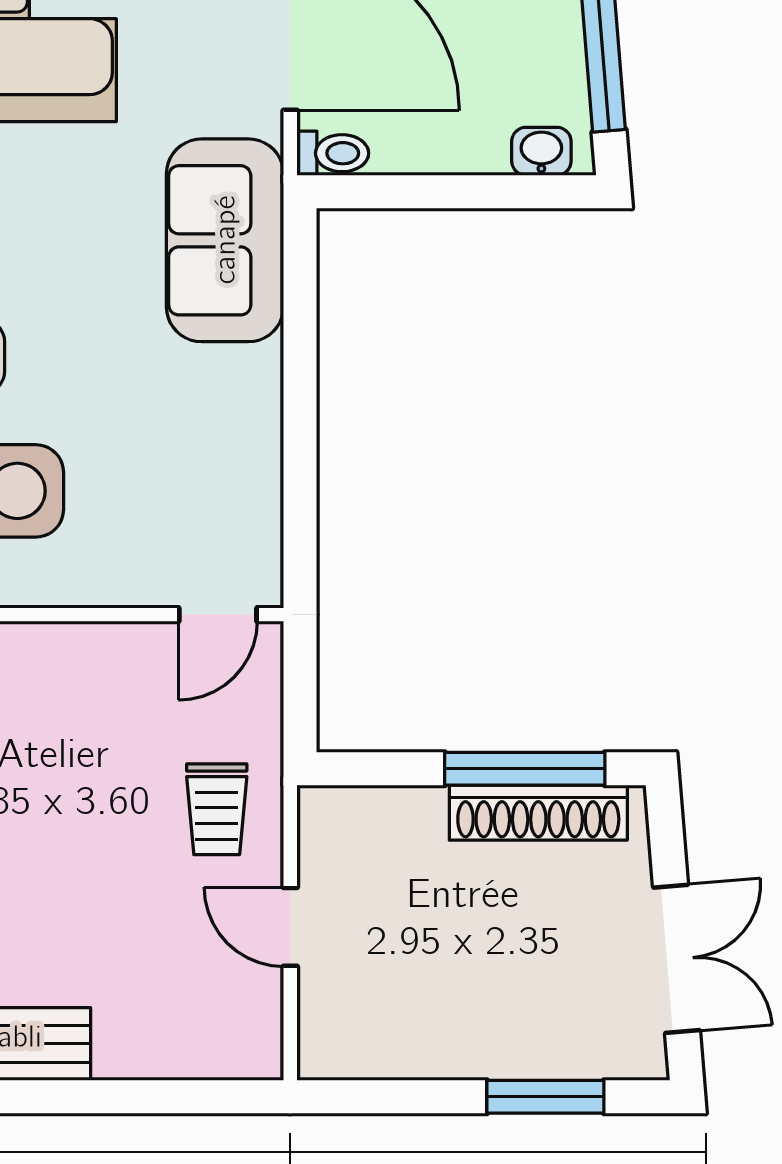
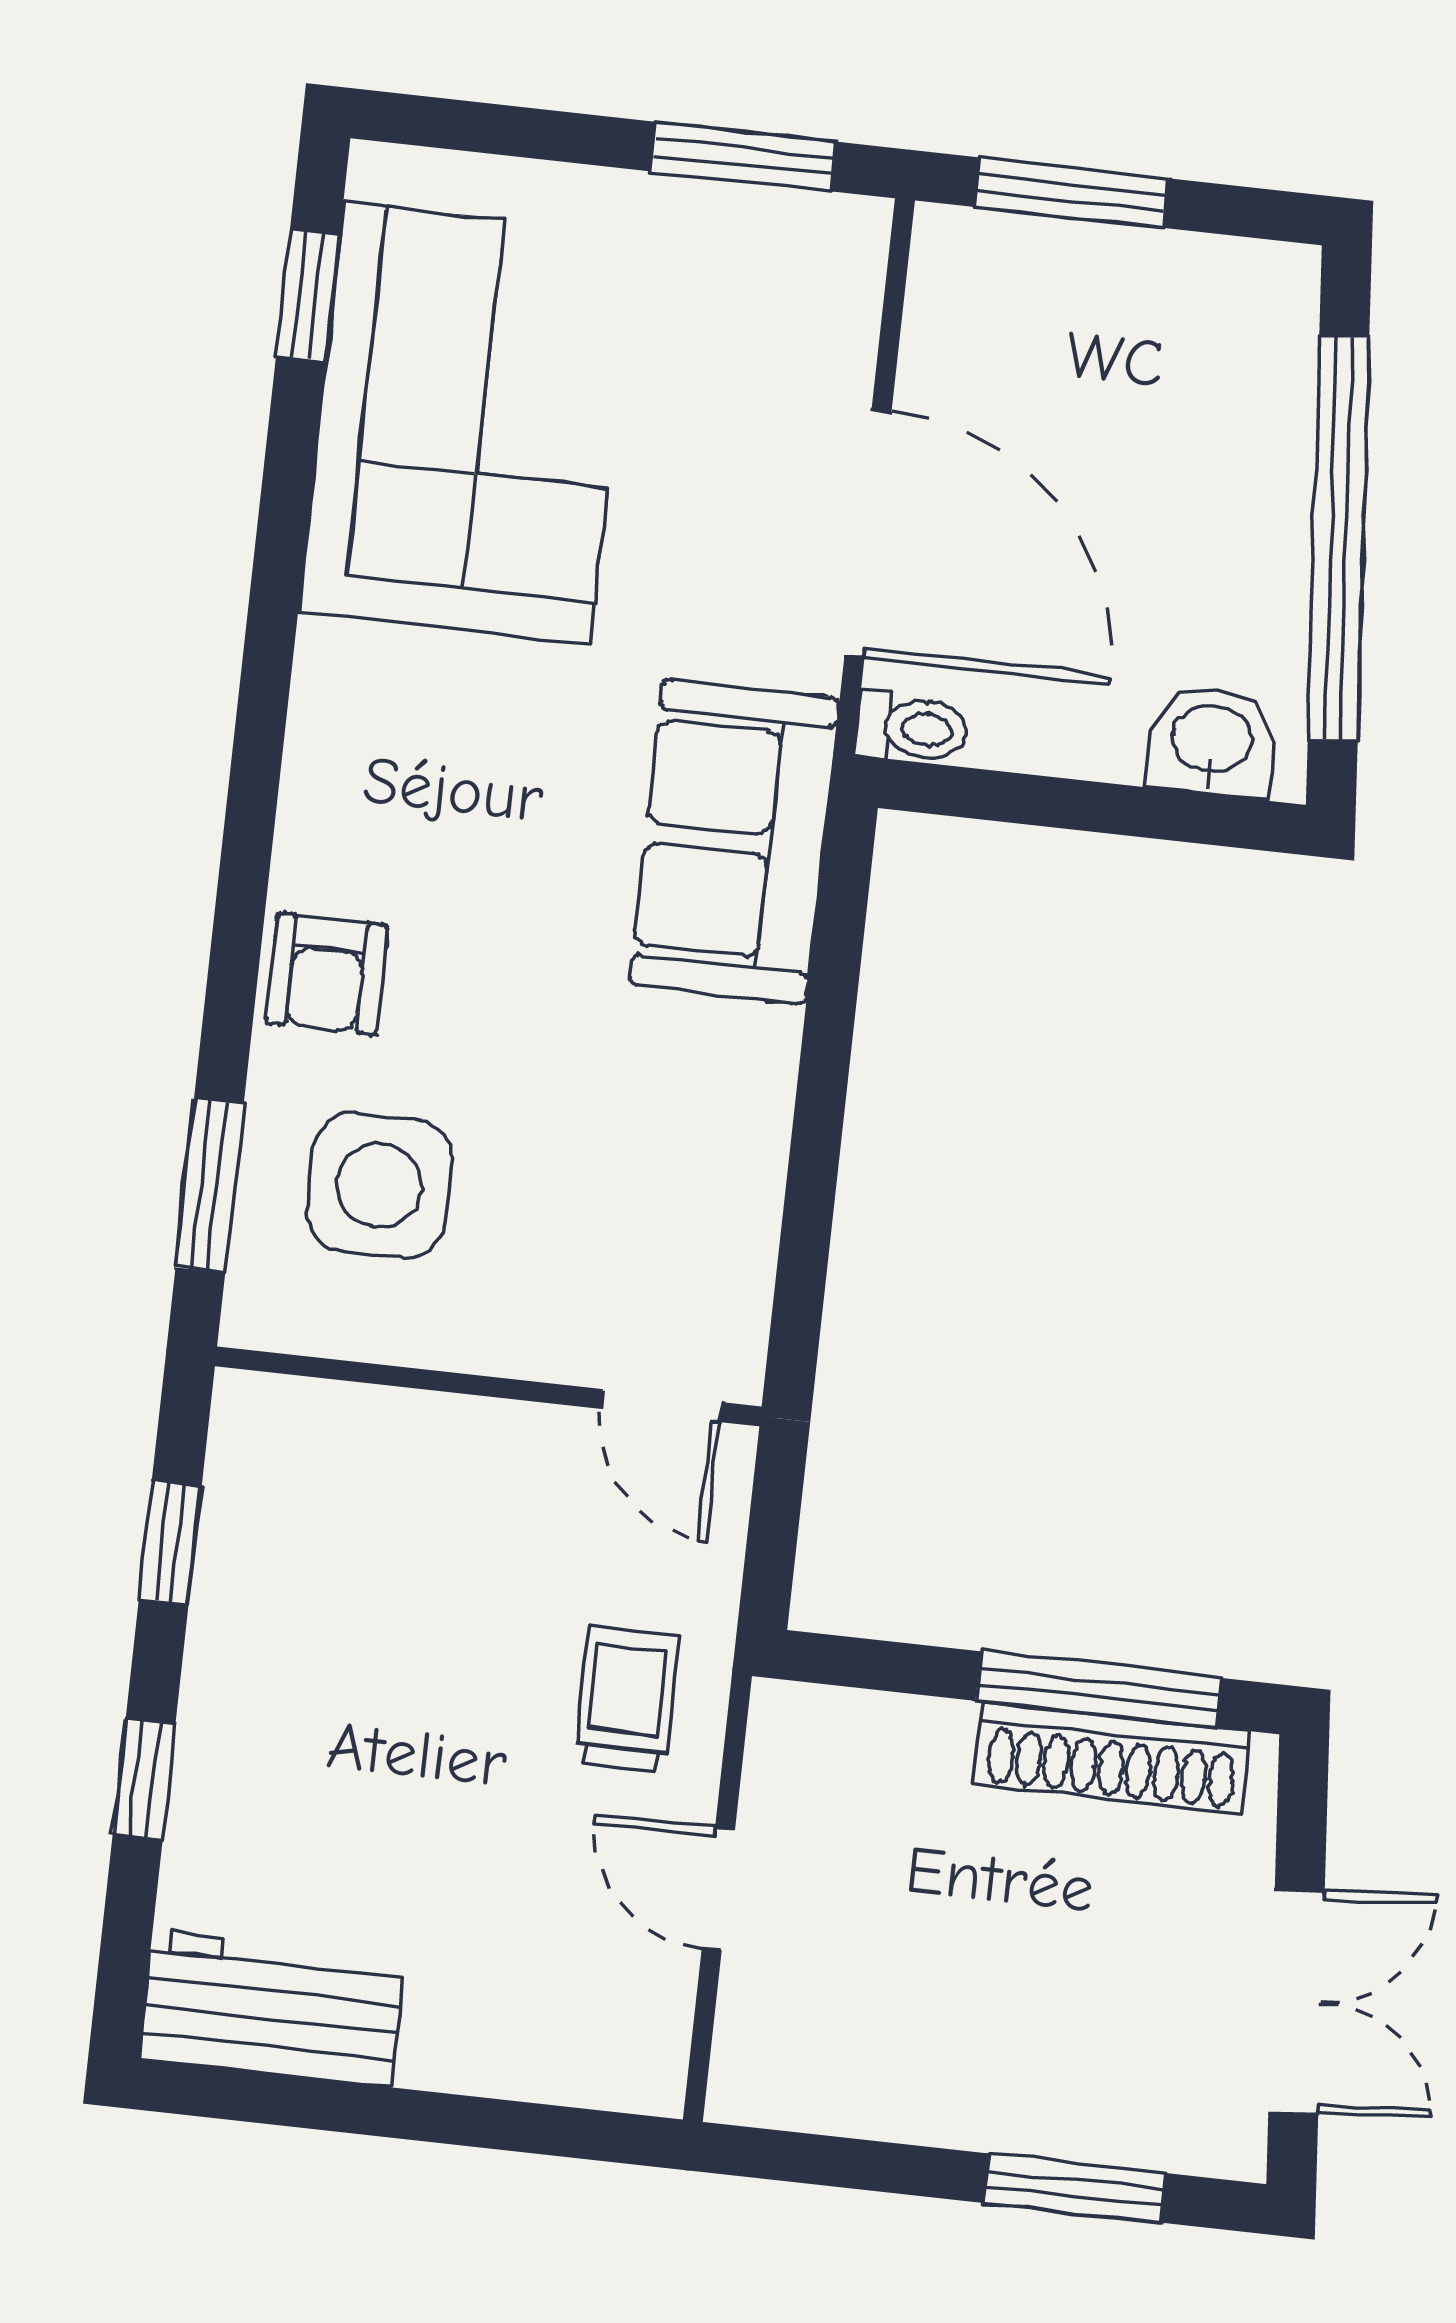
washbasin: (541, 151) -> (1212, 742), width x1.38, depth x1.45
door: (218, 615) -> (661, 1406), hinge flipped
trolley: (217, 809) -> (627, 1699), turned 180

